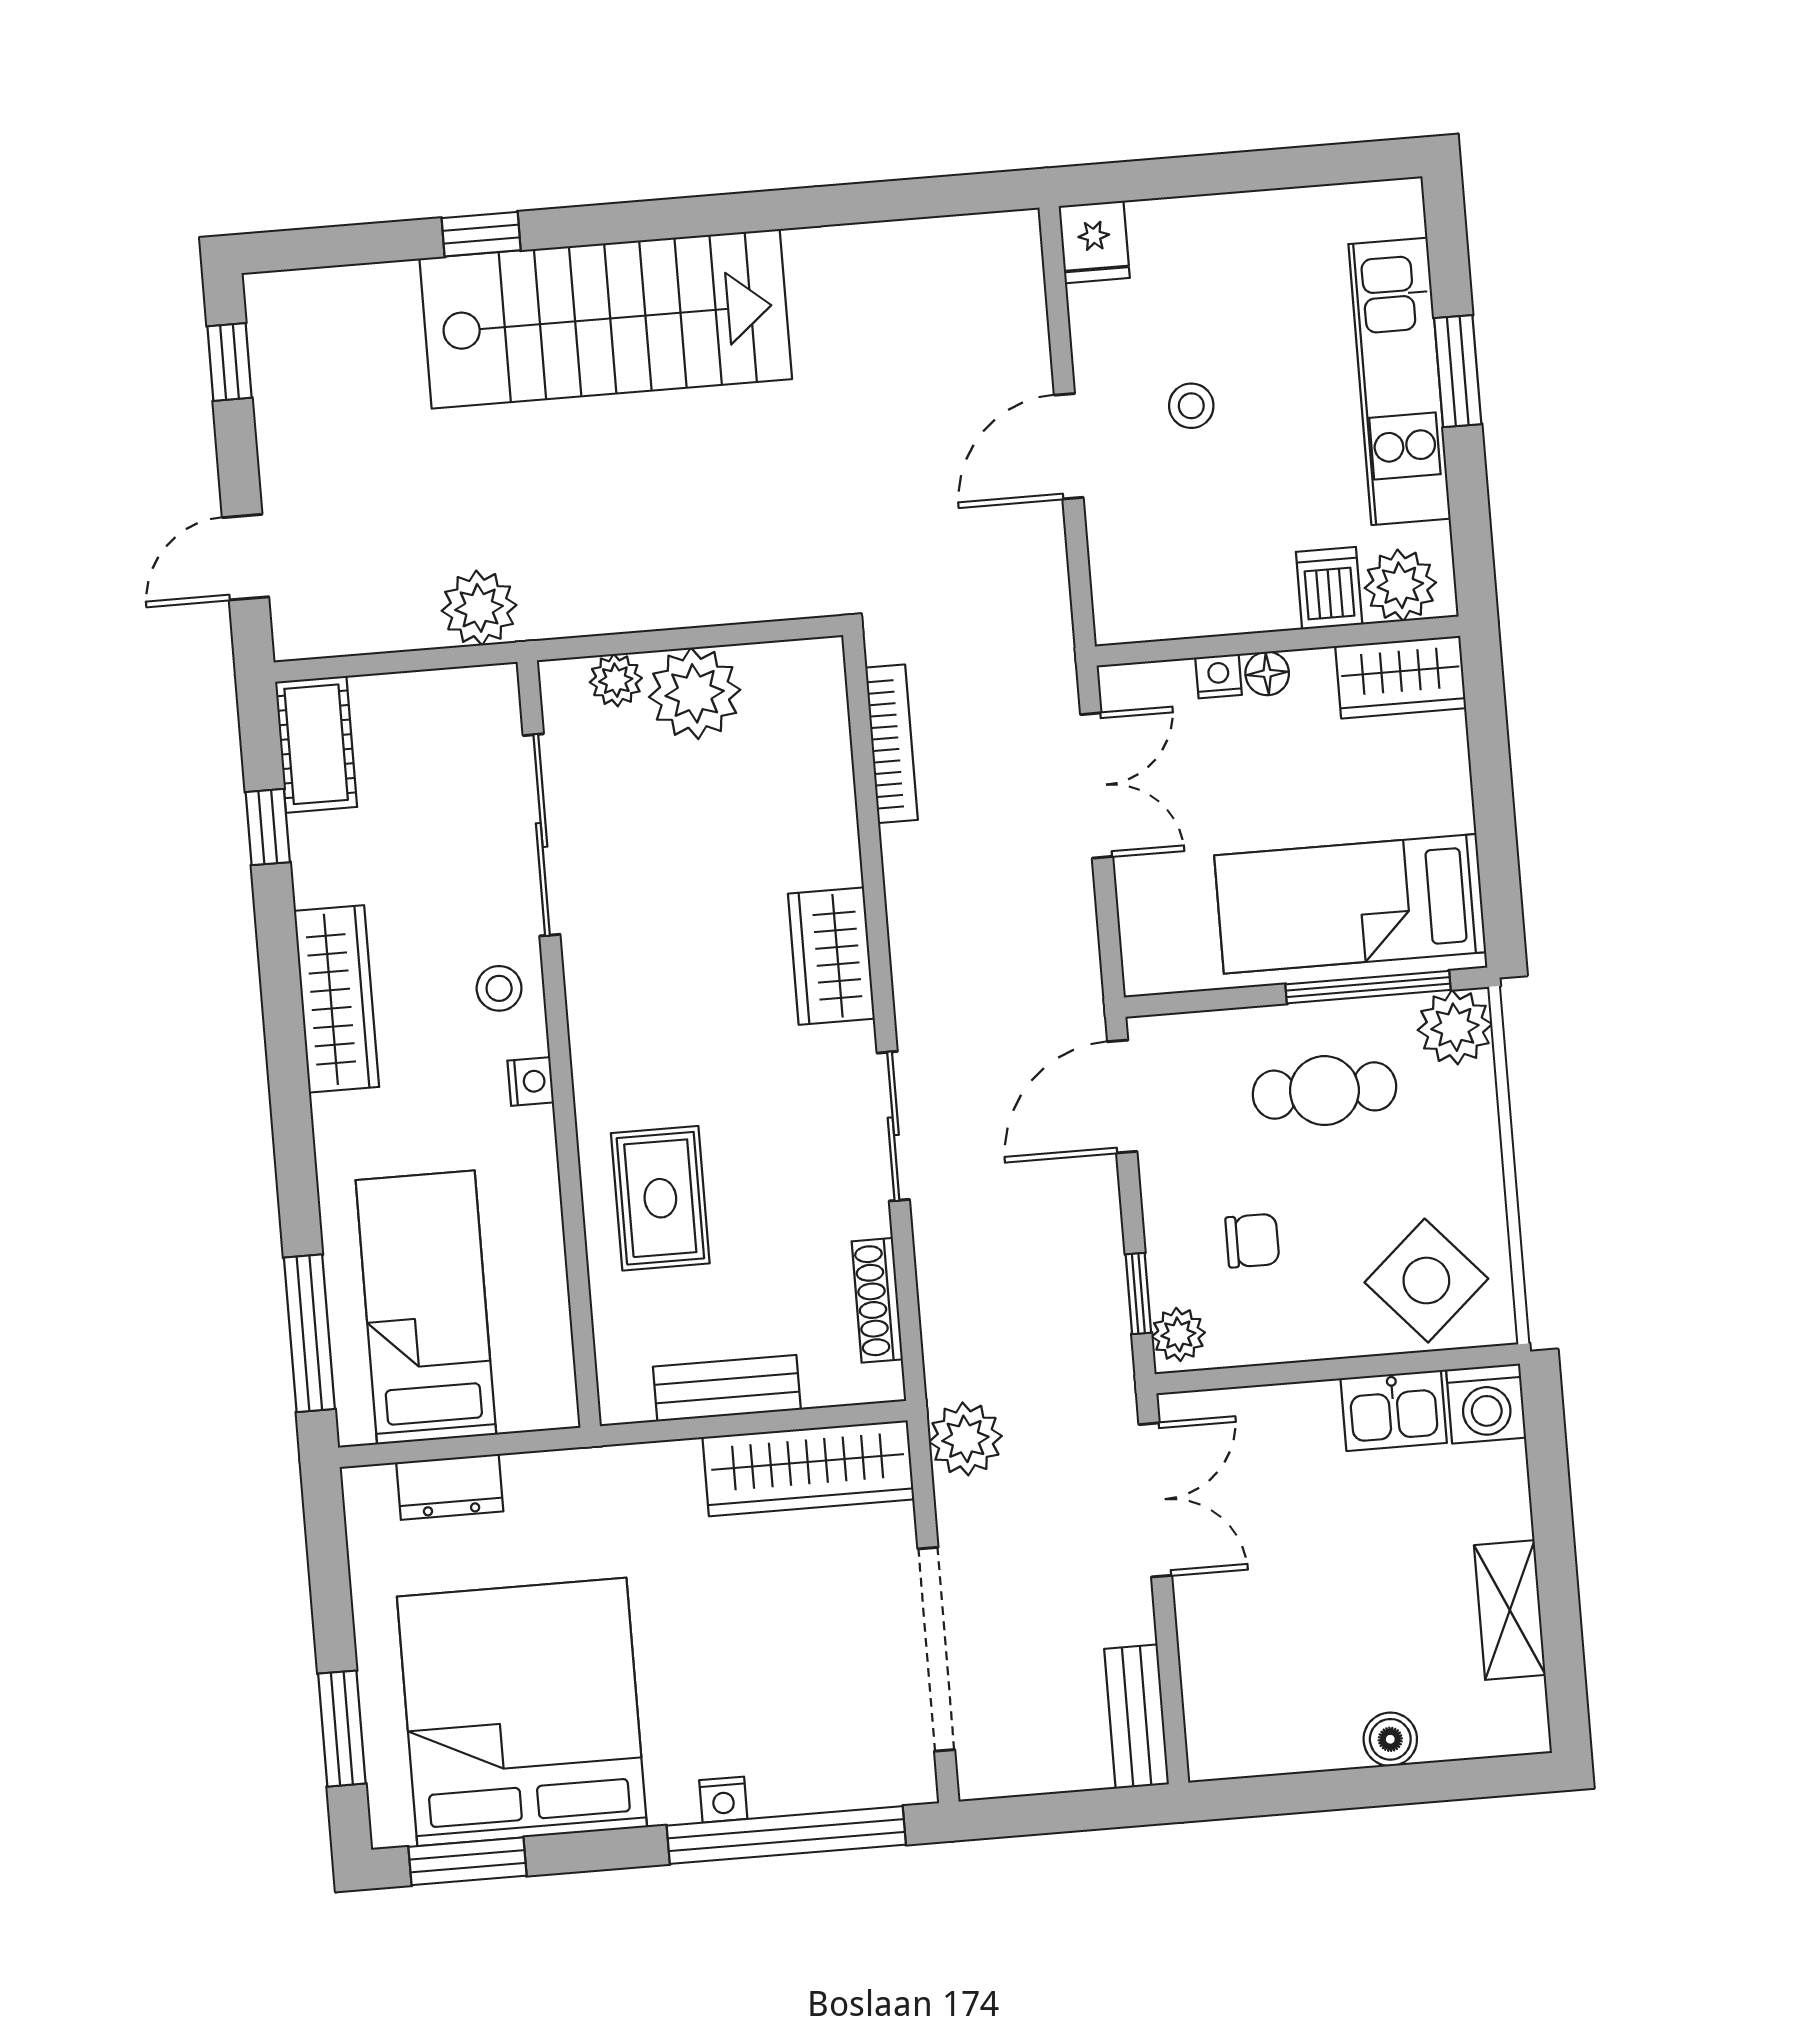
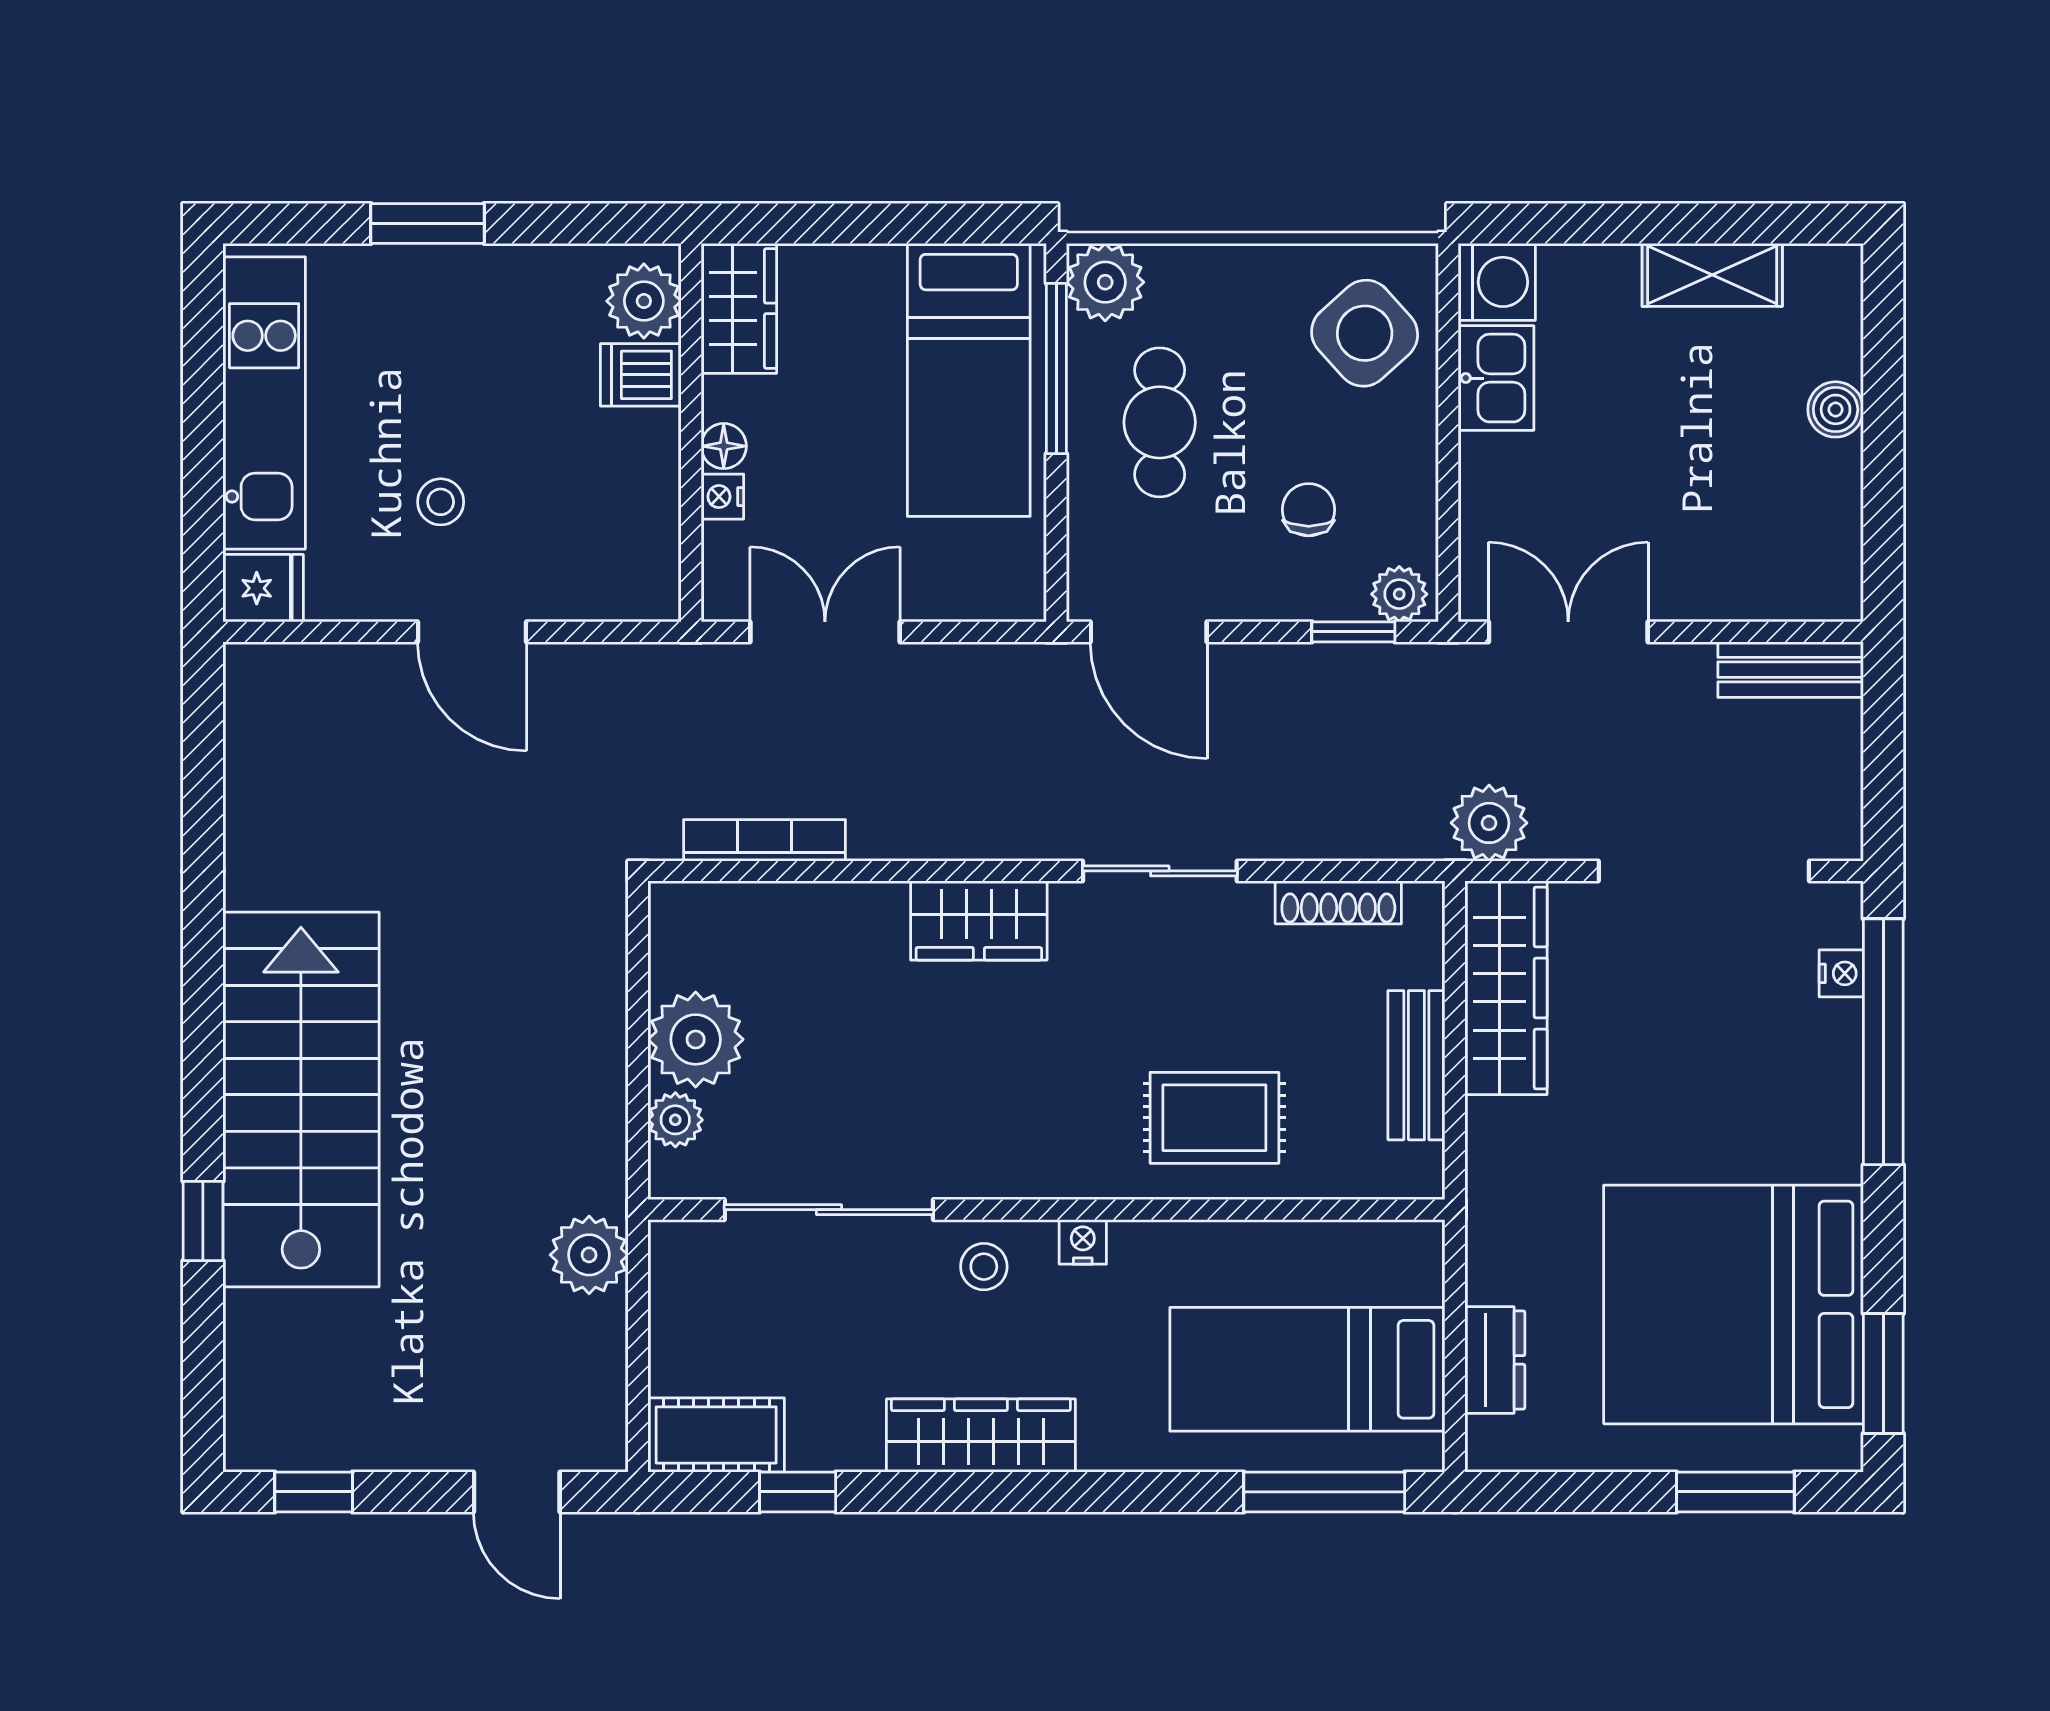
kitchen unit: (1400, 381) -> (264, 403), moved, turned -90
nightstand: (723, 1800) -> (1841, 973), moved

